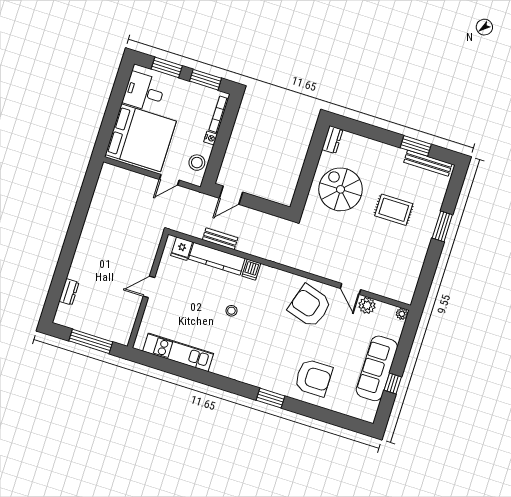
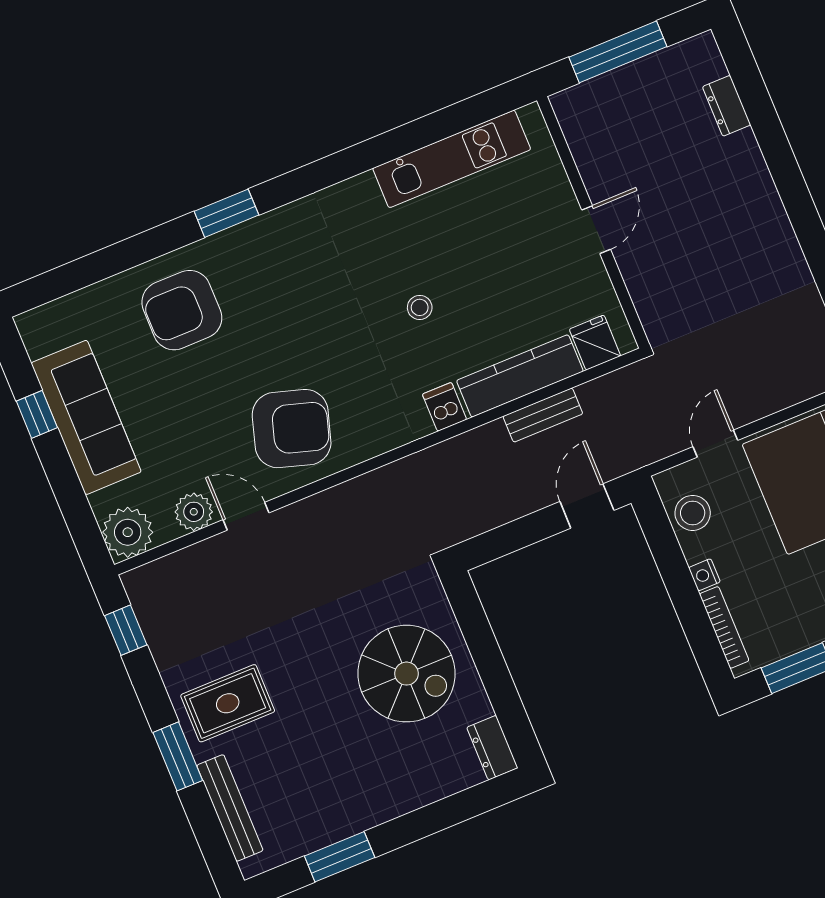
bench: (428, 163) -> (230, 808), moved, turned 90
rug: (394, 210) -> (228, 703), moved
window: (424, 284) -> (126, 630), added
plant: (402, 314) -> (128, 532), width x1.87, depth x1.87

